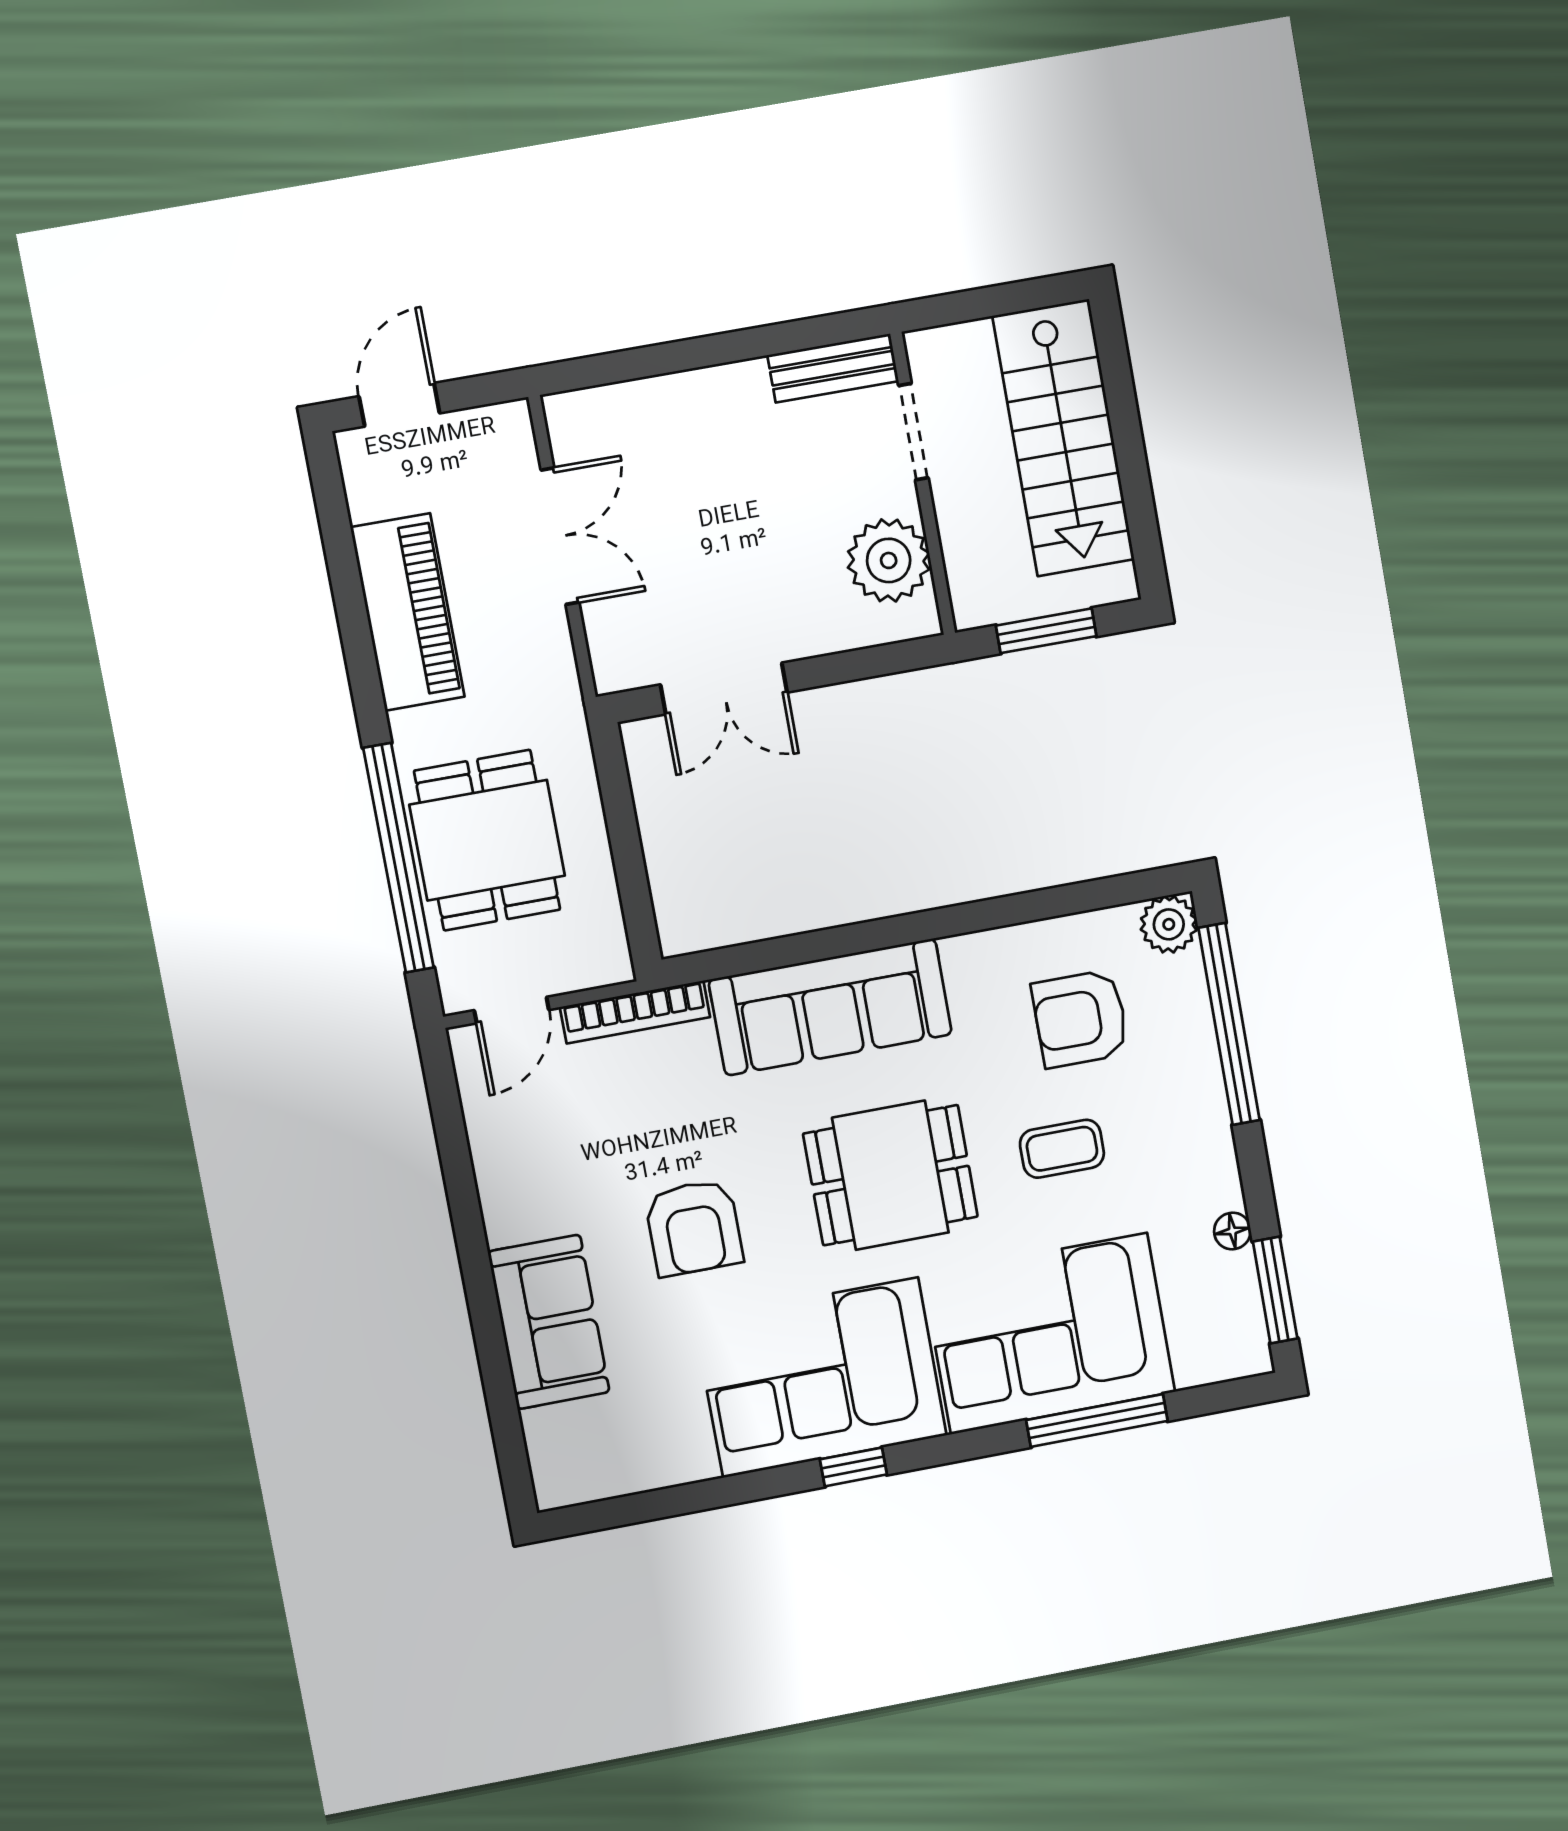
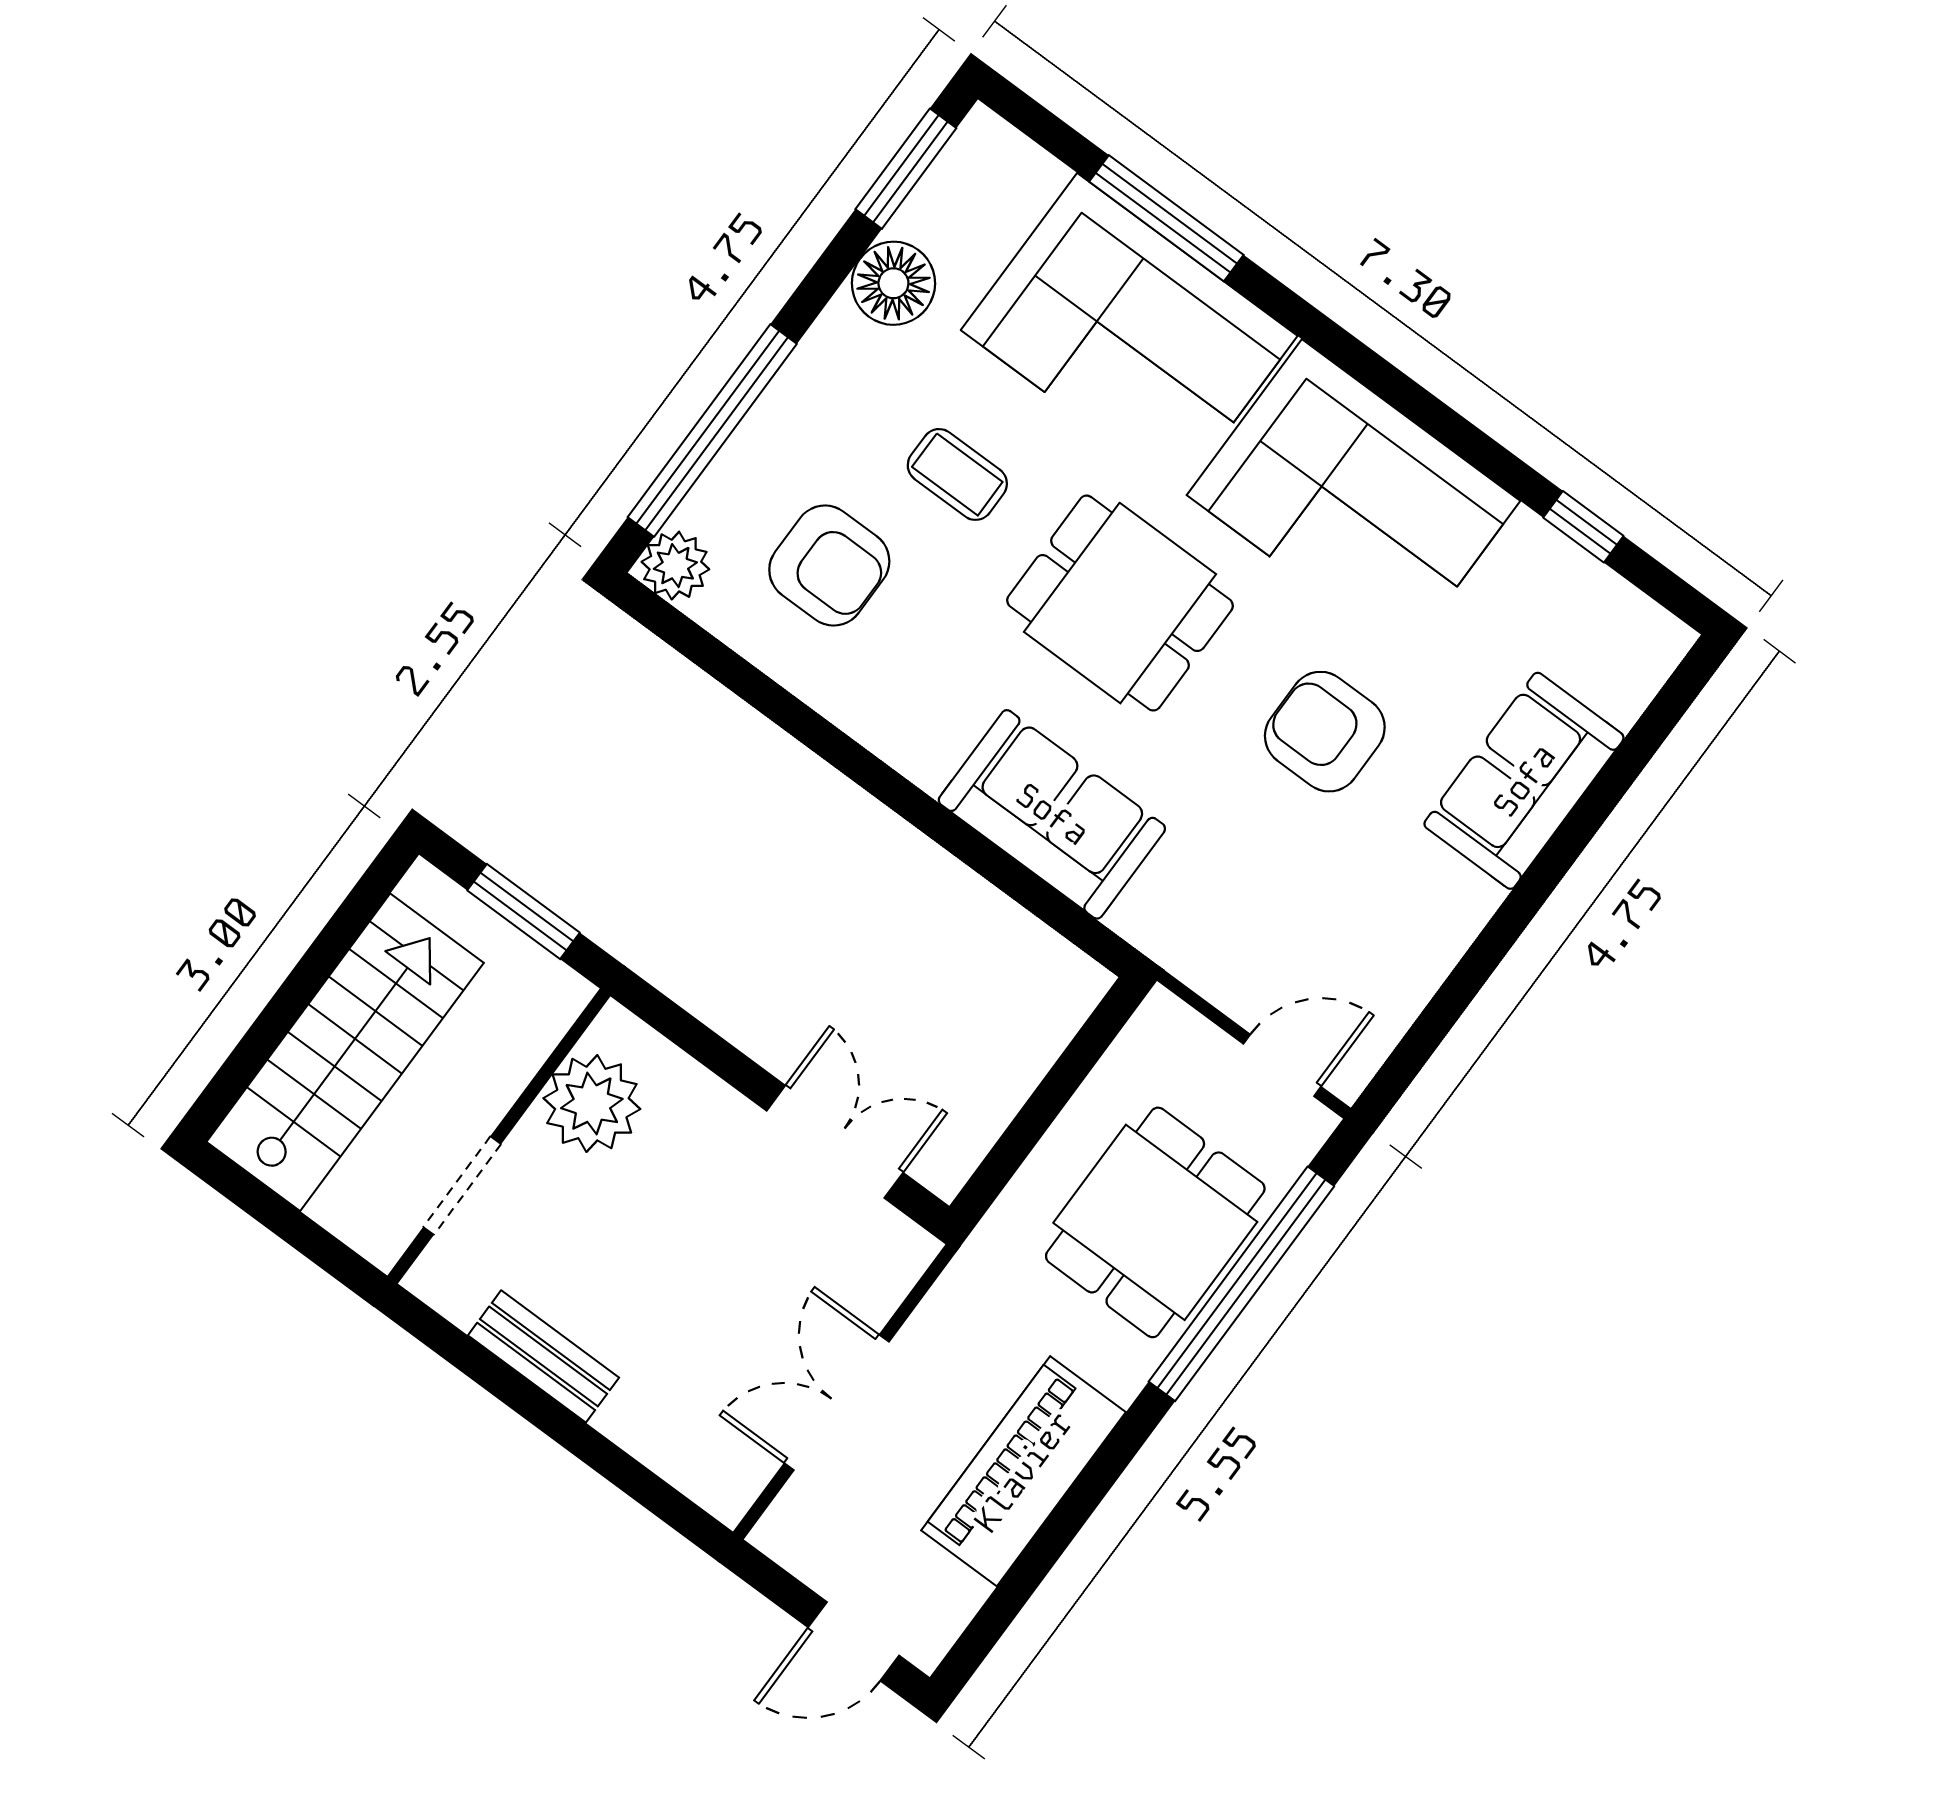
bench: (833, 368) -> (544, 1356), moved
sofa: (830, 1007) -> (1052, 814), width x0.73
bookcase: (635, 1012) -> (1185, 958), removed
armchair: (694, 1228) -> (1325, 732), turned -90
floor lamp: (1232, 1231) -> (893, 283), width x1.89, depth x1.89
window: (853, 1467) -> (1583, 527), moved

